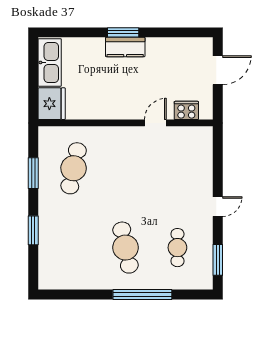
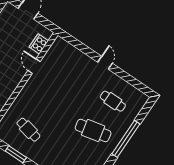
cafe table: (74, 168) -> (28, 130), width x0.73, depth x0.74
window: (218, 260) -> (135, 83), removed

